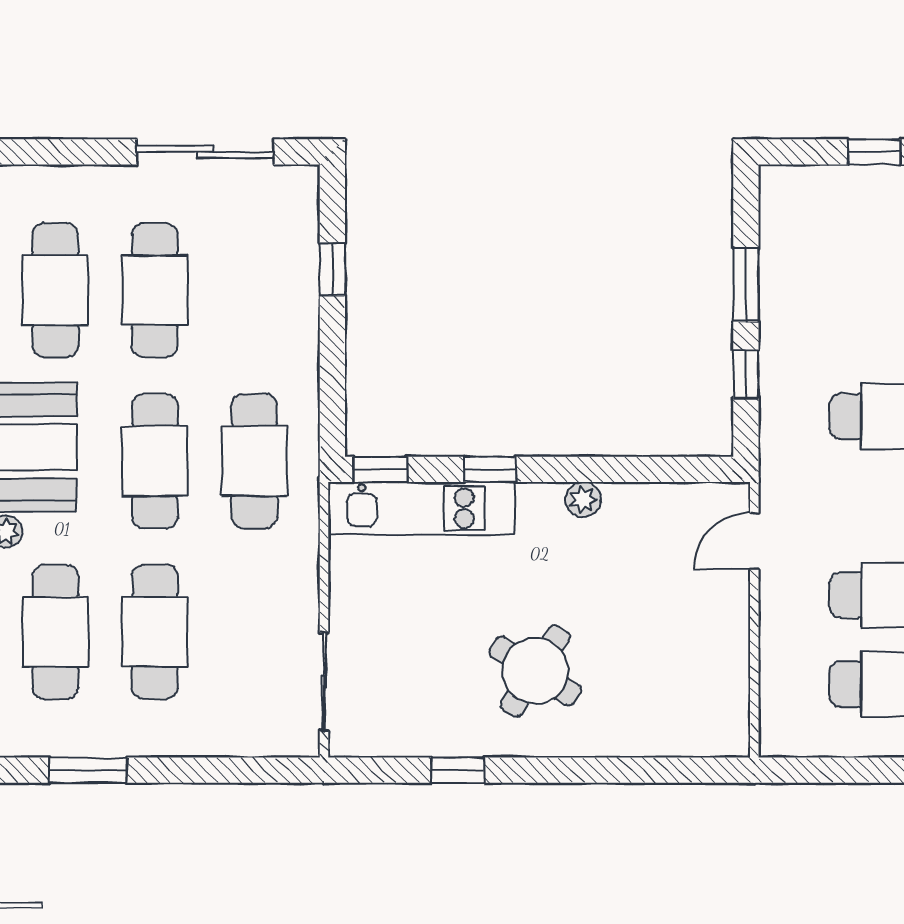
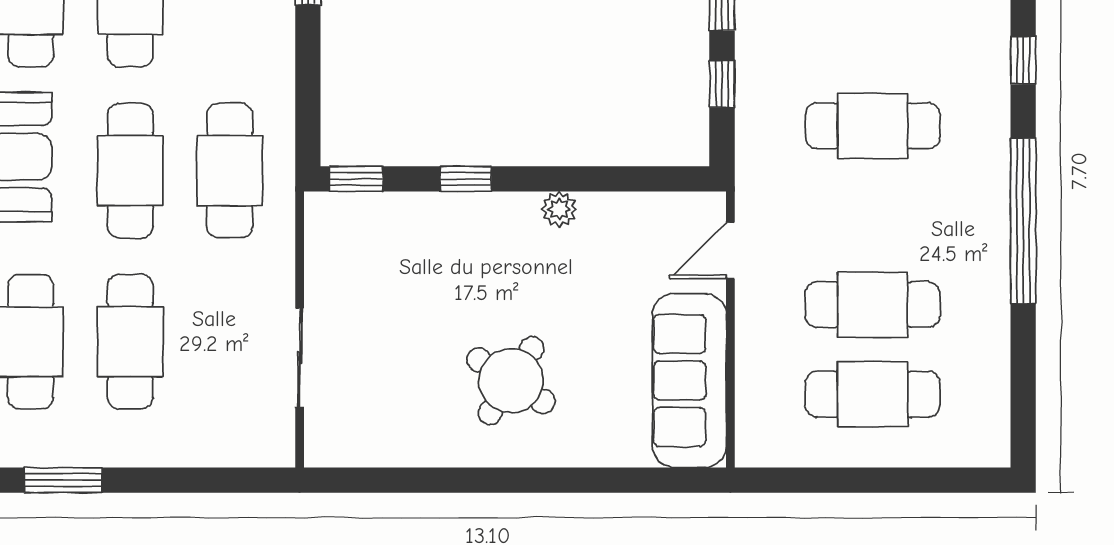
kitchen unit: (421, 508) -> (397, 218), removed
sofa: (713, 671) -> (689, 380), added
sliding door: (324, 682) -> (300, 358), moved
window: (458, 770) -> (434, 480), removed

